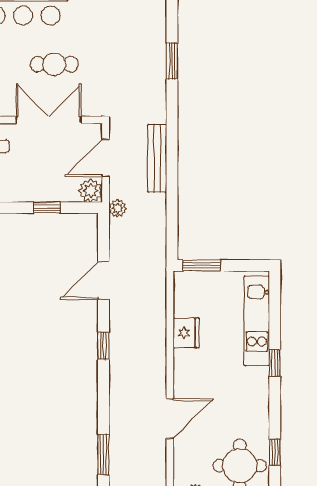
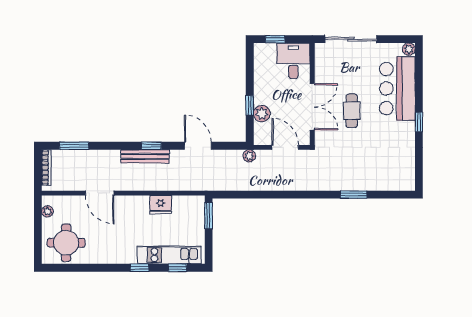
bench: (157, 158) -> (145, 156), moved
plant: (91, 191) -> (262, 114), moved
window: (275, 452) -> (177, 268), moved

